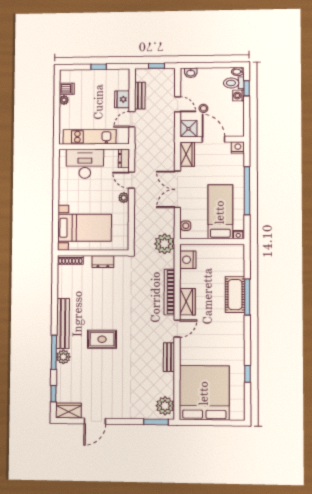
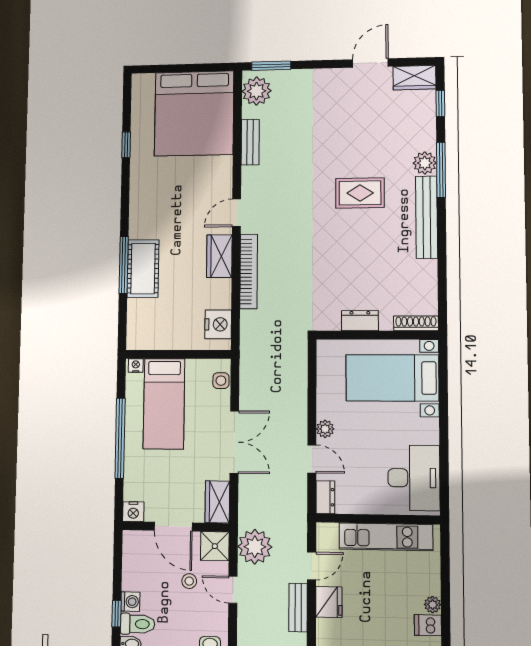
desk: (85, 164) -> (414, 478), moved, turned -90
plant: (165, 244) -> (255, 547), moved
bench: (169, 357) -> (250, 142), moved

